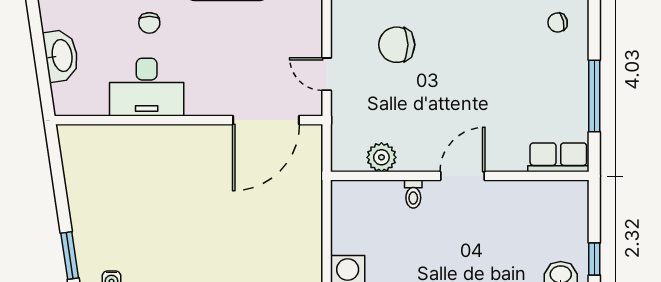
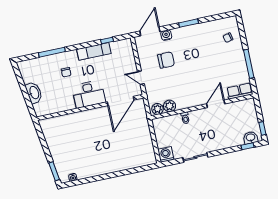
chair: (397, 45) -> (166, 60), turned 180
desk: (147, 87) -> (89, 94), moved
plant: (351, 158) -> (157, 109), added
door: (462, 176) -> (216, 104), moved

